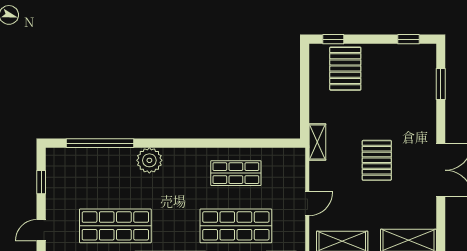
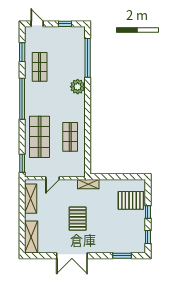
window: (333, 39) -> (148, 212), moved
pallet: (377, 160) -> (78, 219), turned 90
door: (307, 204) -> (52, 178), hinge flipped
shop shelf: (115, 226) -> (40, 67), width x0.70, depth x0.74

